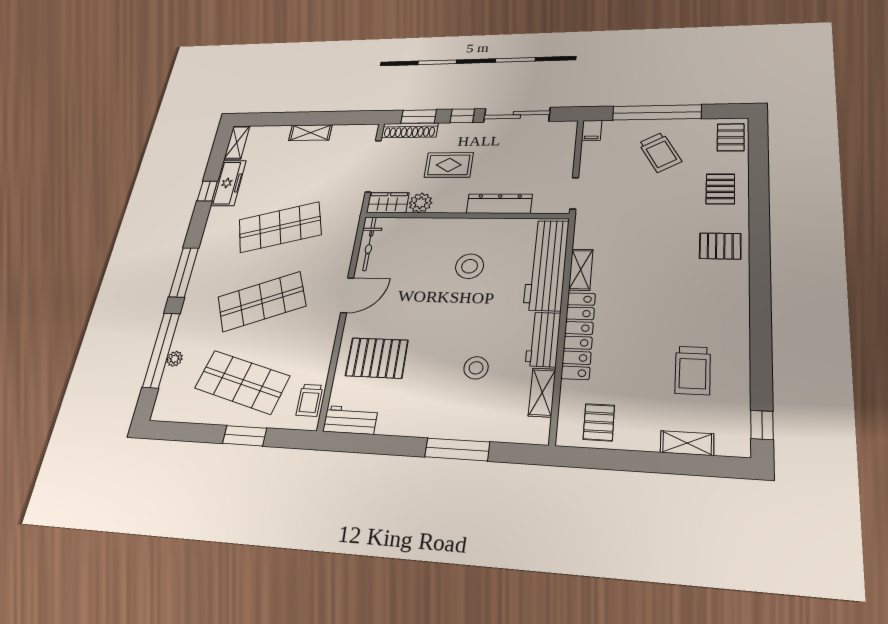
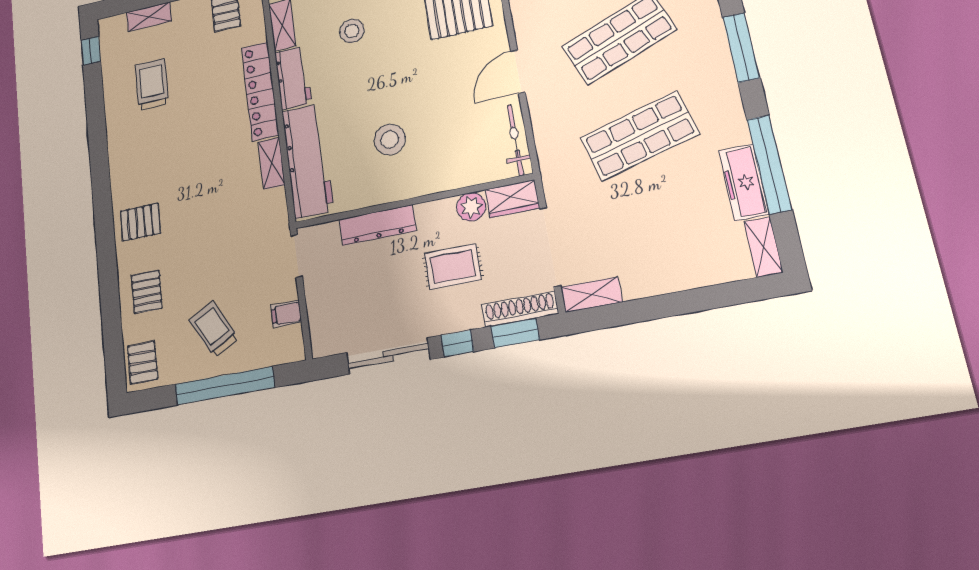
filing cabinet: (592, 130) -> (286, 314), moved, turned -90
shelving: (310, 133) -> (591, 295), moved
window: (207, 191) -> (769, 164), width x3.17

